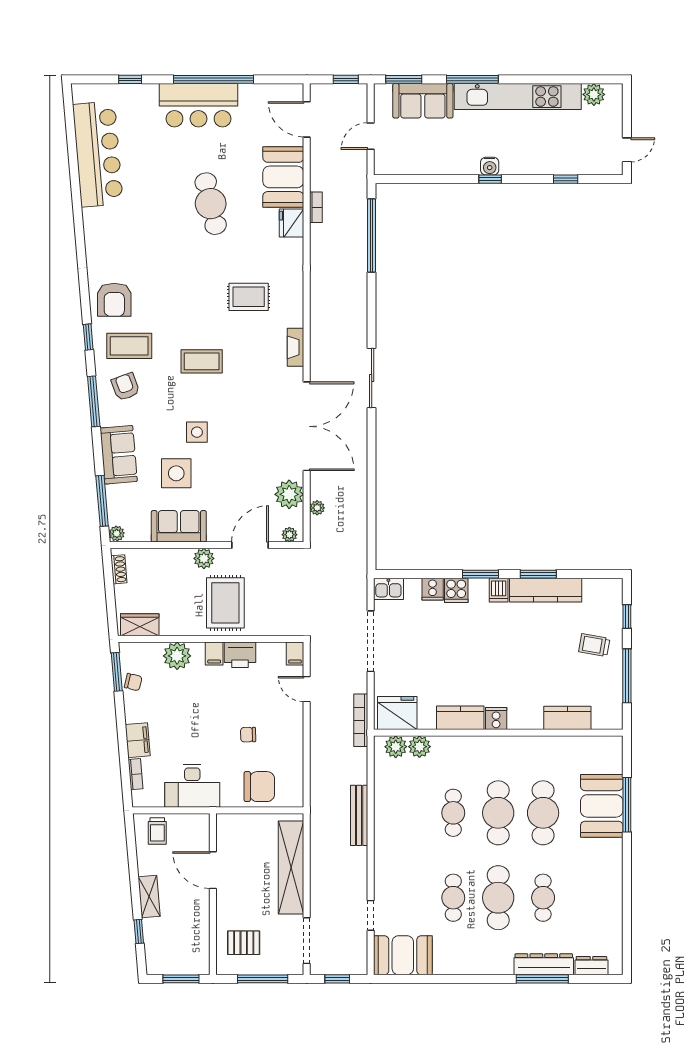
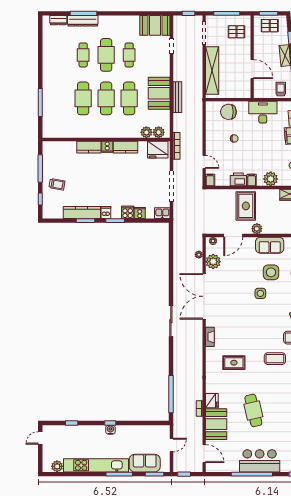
coffee table: (202, 361) -> (275, 359), moved
kitchen counter: (567, 718) -> (89, 147), moved
booth: (602, 806) -> (159, 93), moved
cafe table: (453, 813) -> (129, 98), width x1.37, depth x1.35
pallet: (179, 955) -> (270, 26), added

